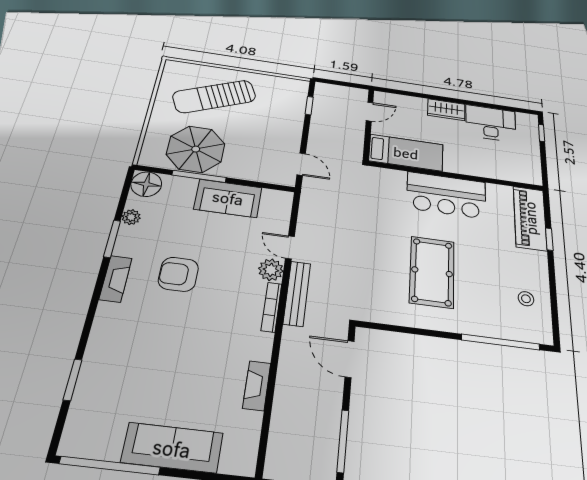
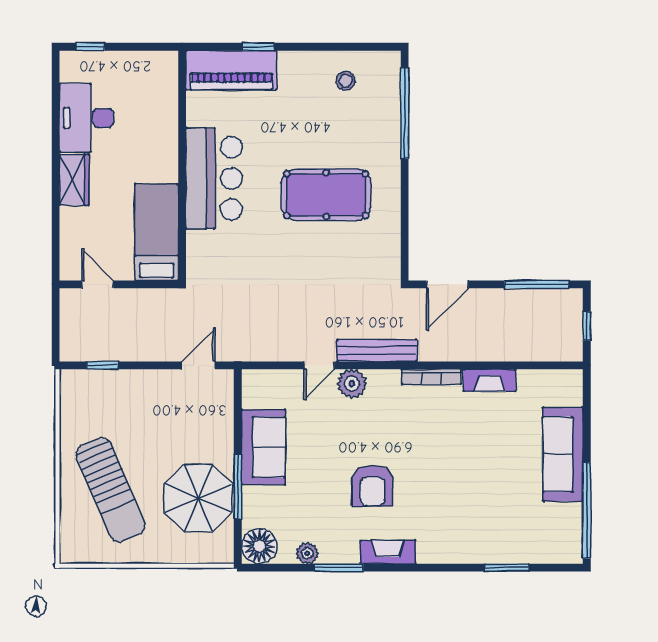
bookcase: (271, 307) -> (431, 377), moved

